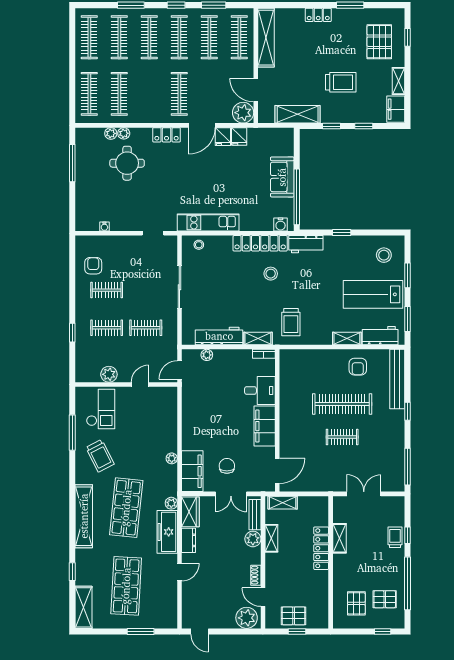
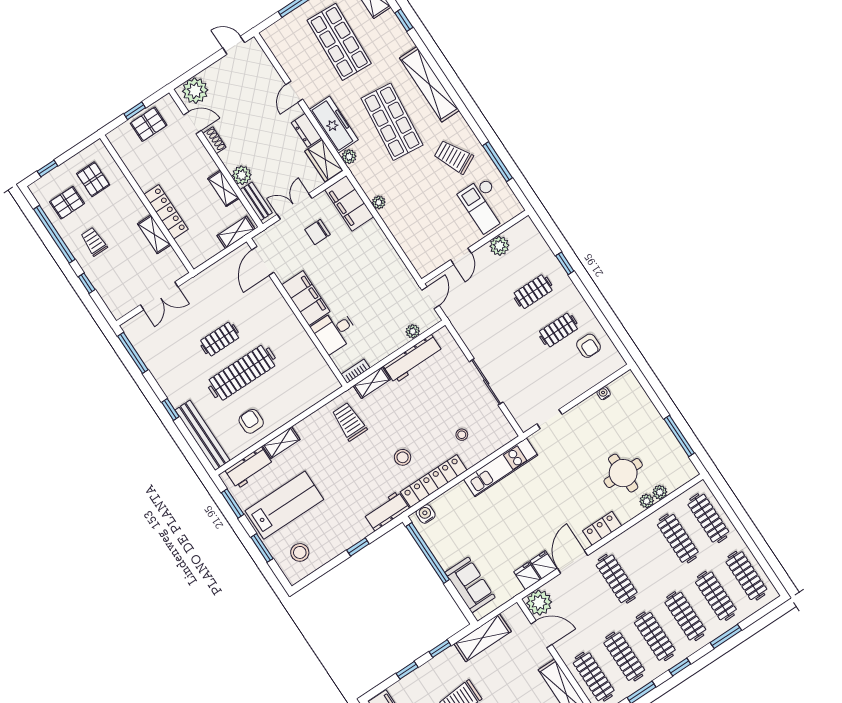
sofa: (282, 177) -> (470, 585), moved
stool: (199, 245) -> (462, 435), moved
clothes rail: (146, 328) -> (493, 318), removed
chair: (227, 466) -> (318, 232), turned 90
trolley: (395, 537) -> (94, 242), moved, turned 180

